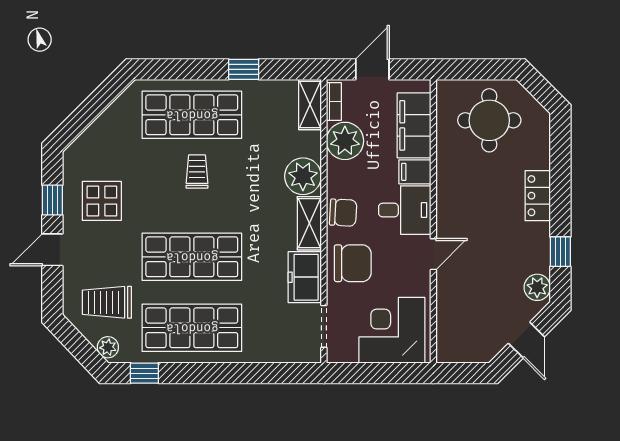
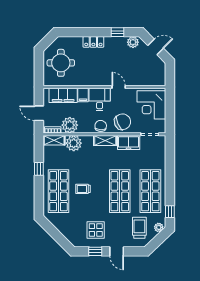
plant: (303, 176) -> (74, 143), moved
chair: (353, 263) -> (122, 122), turned 66
trolley: (107, 302) -> (139, 228), turned 180

